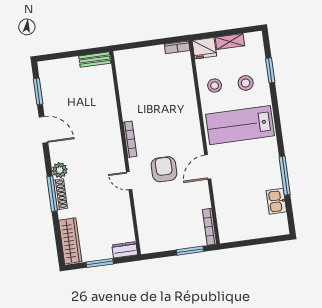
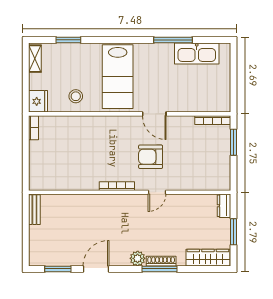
shelving: (230, 42) -> (35, 59), moved
stool: (246, 83) -> (77, 66), removed
kitchen sink: (276, 201) -> (197, 53), width x1.87, depth x1.24

